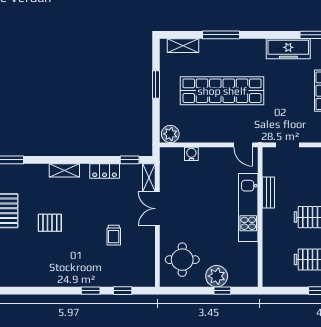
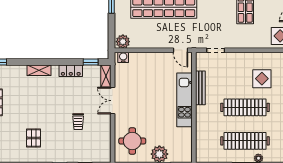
water cooler: (191, 154) -> (123, 57), moved
bench: (268, 193) -> (200, 88), width x1.36
pallet: (50, 223) -> (34, 138), moved, turned 90

